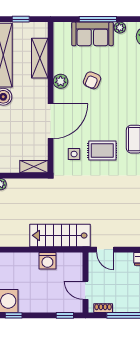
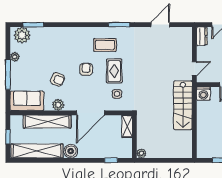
sofa: (92, 34) -> (27, 101), moved, turned -90
shelving: (40, 58) -> (47, 122), width x1.47
armchair: (104, 116) -> (86, 69), added
door: (51, 121) -> (90, 113), swing flipped
washing machine: (47, 261) -> (203, 94), moved, turned 90

